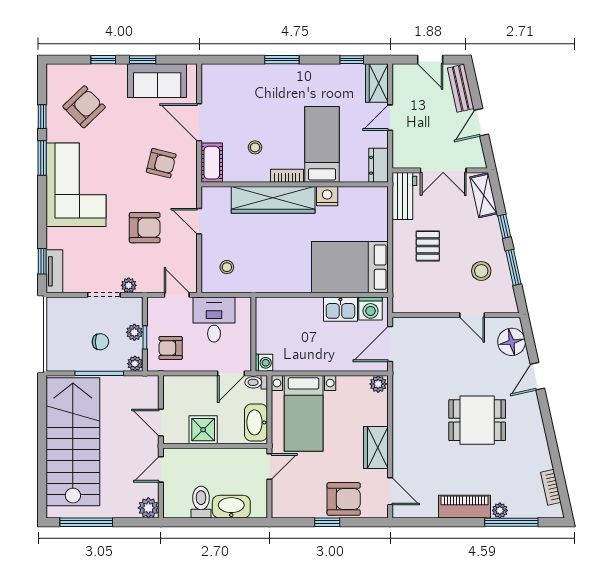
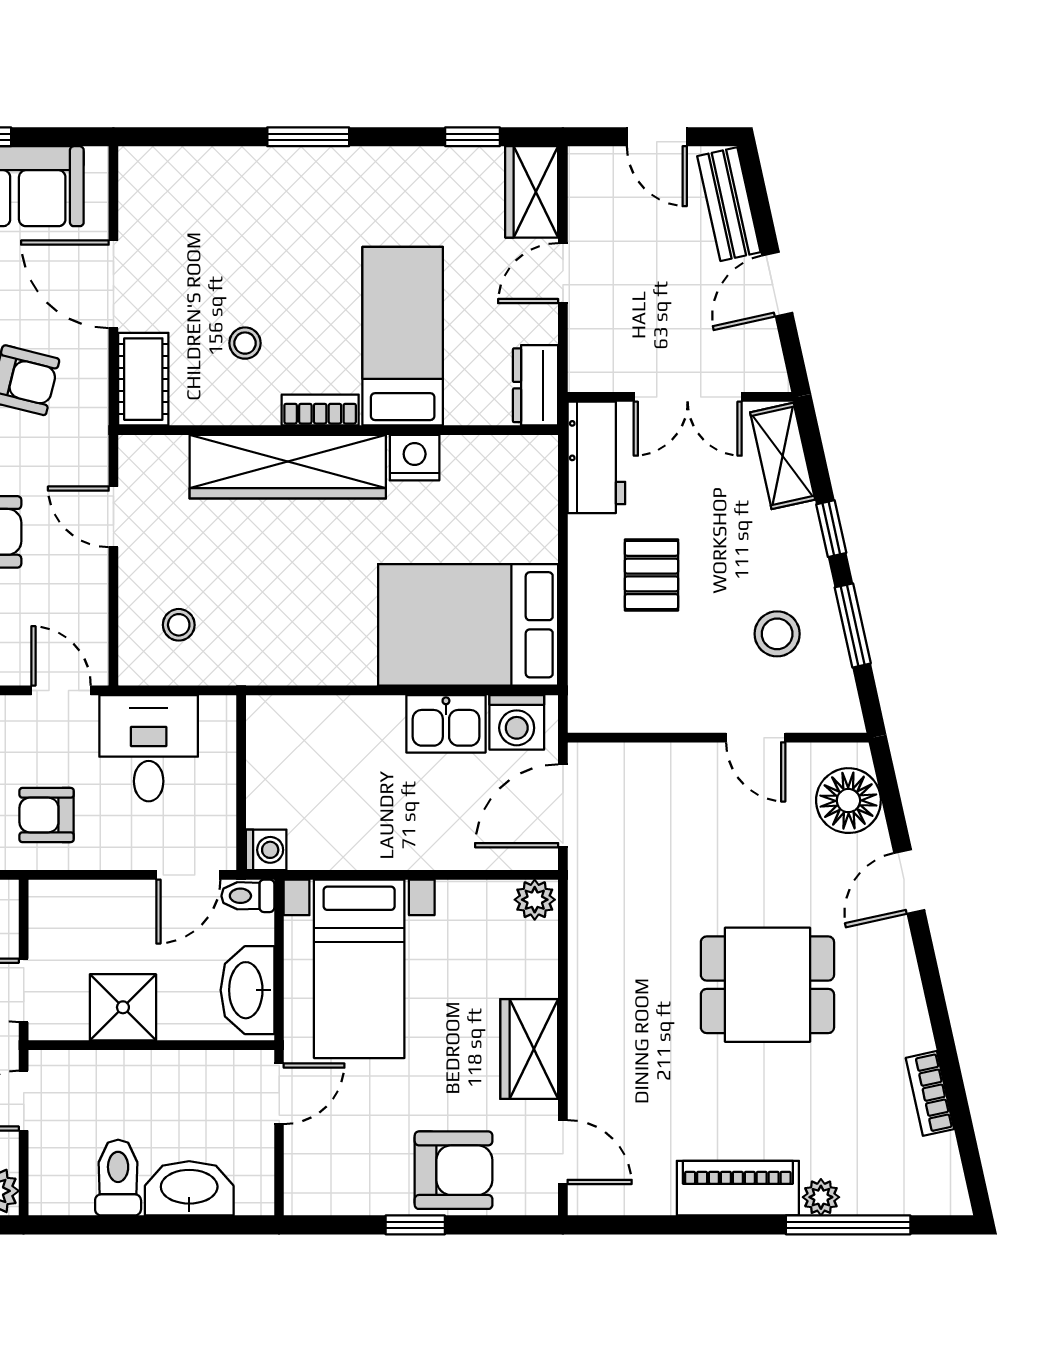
bookcase: (551, 487) -> (930, 1093), moved

